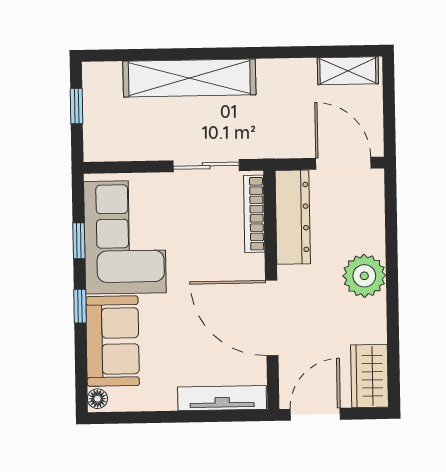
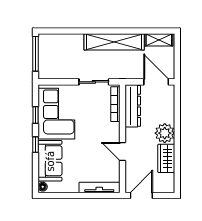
shelving: (189, 78) -> (114, 42), moved
window: (77, 106) -> (36, 54), width x2.17
door: (272, 318) -> (122, 151), width x0.53
wardrobe: (369, 376) -> (166, 158), moved

